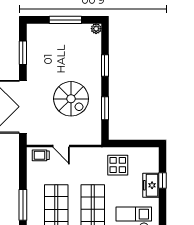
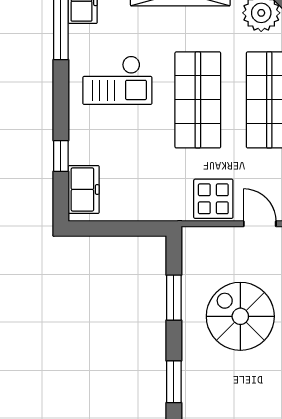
display table: (118, 165) -> (213, 199), moved
freezer: (151, 185) -> (84, 189), moved

